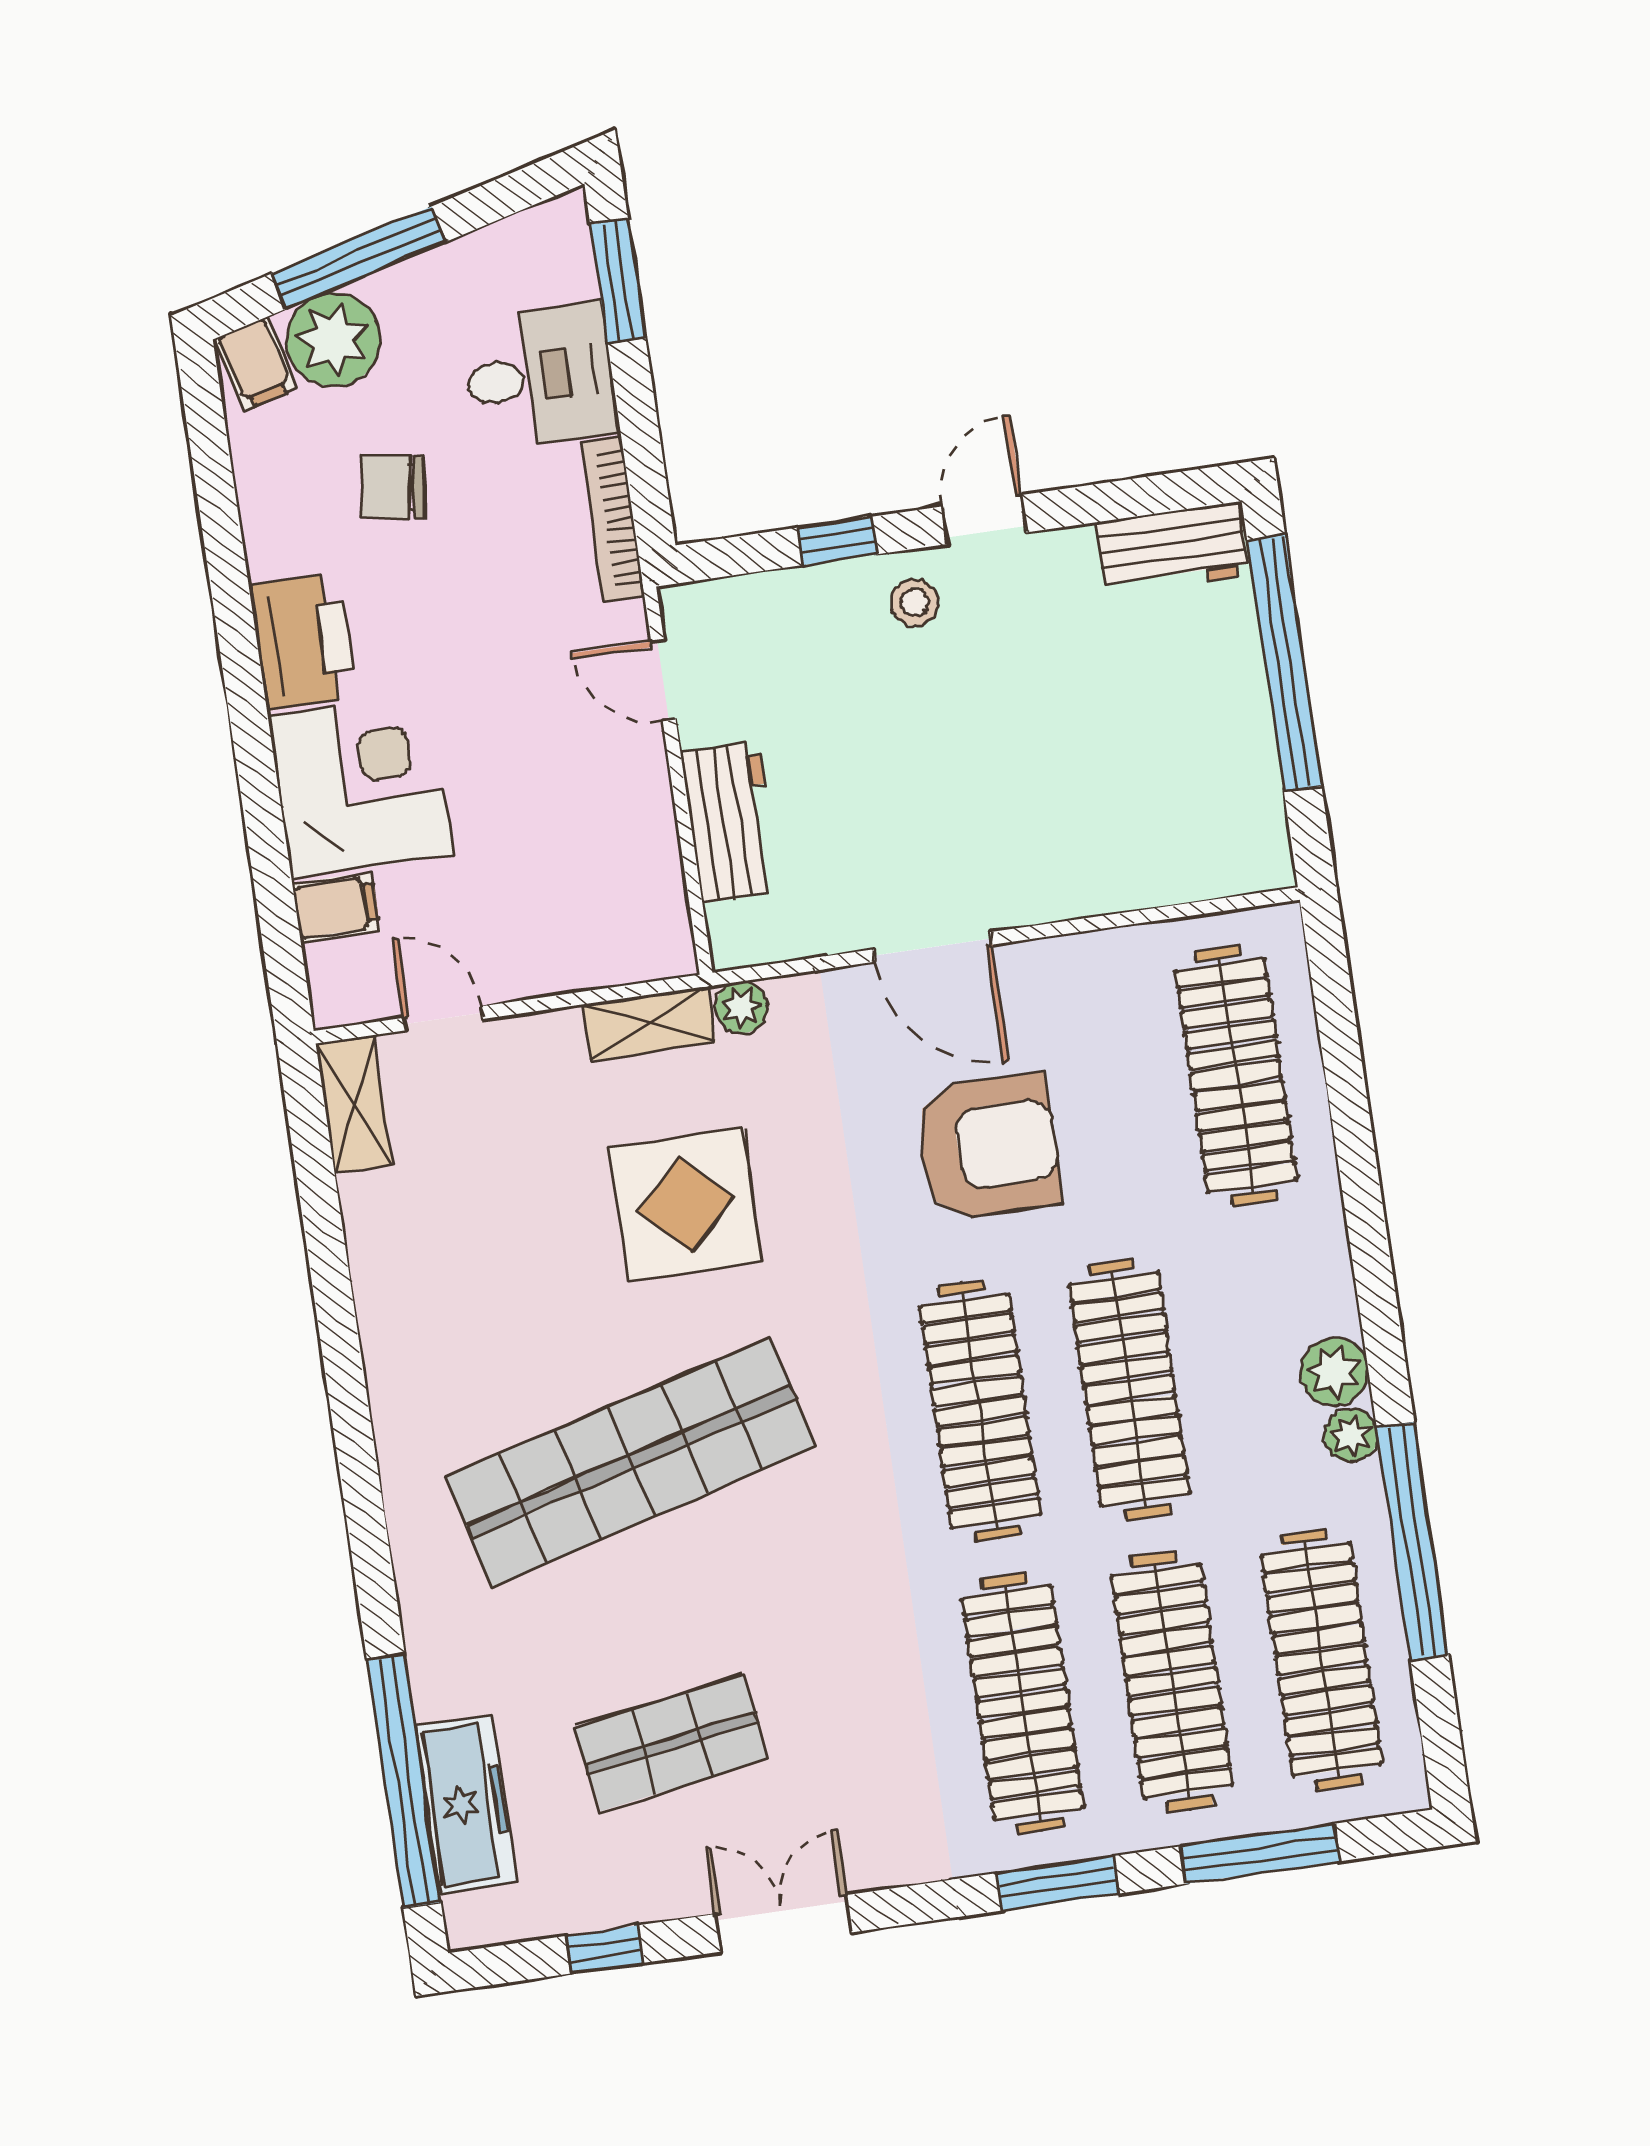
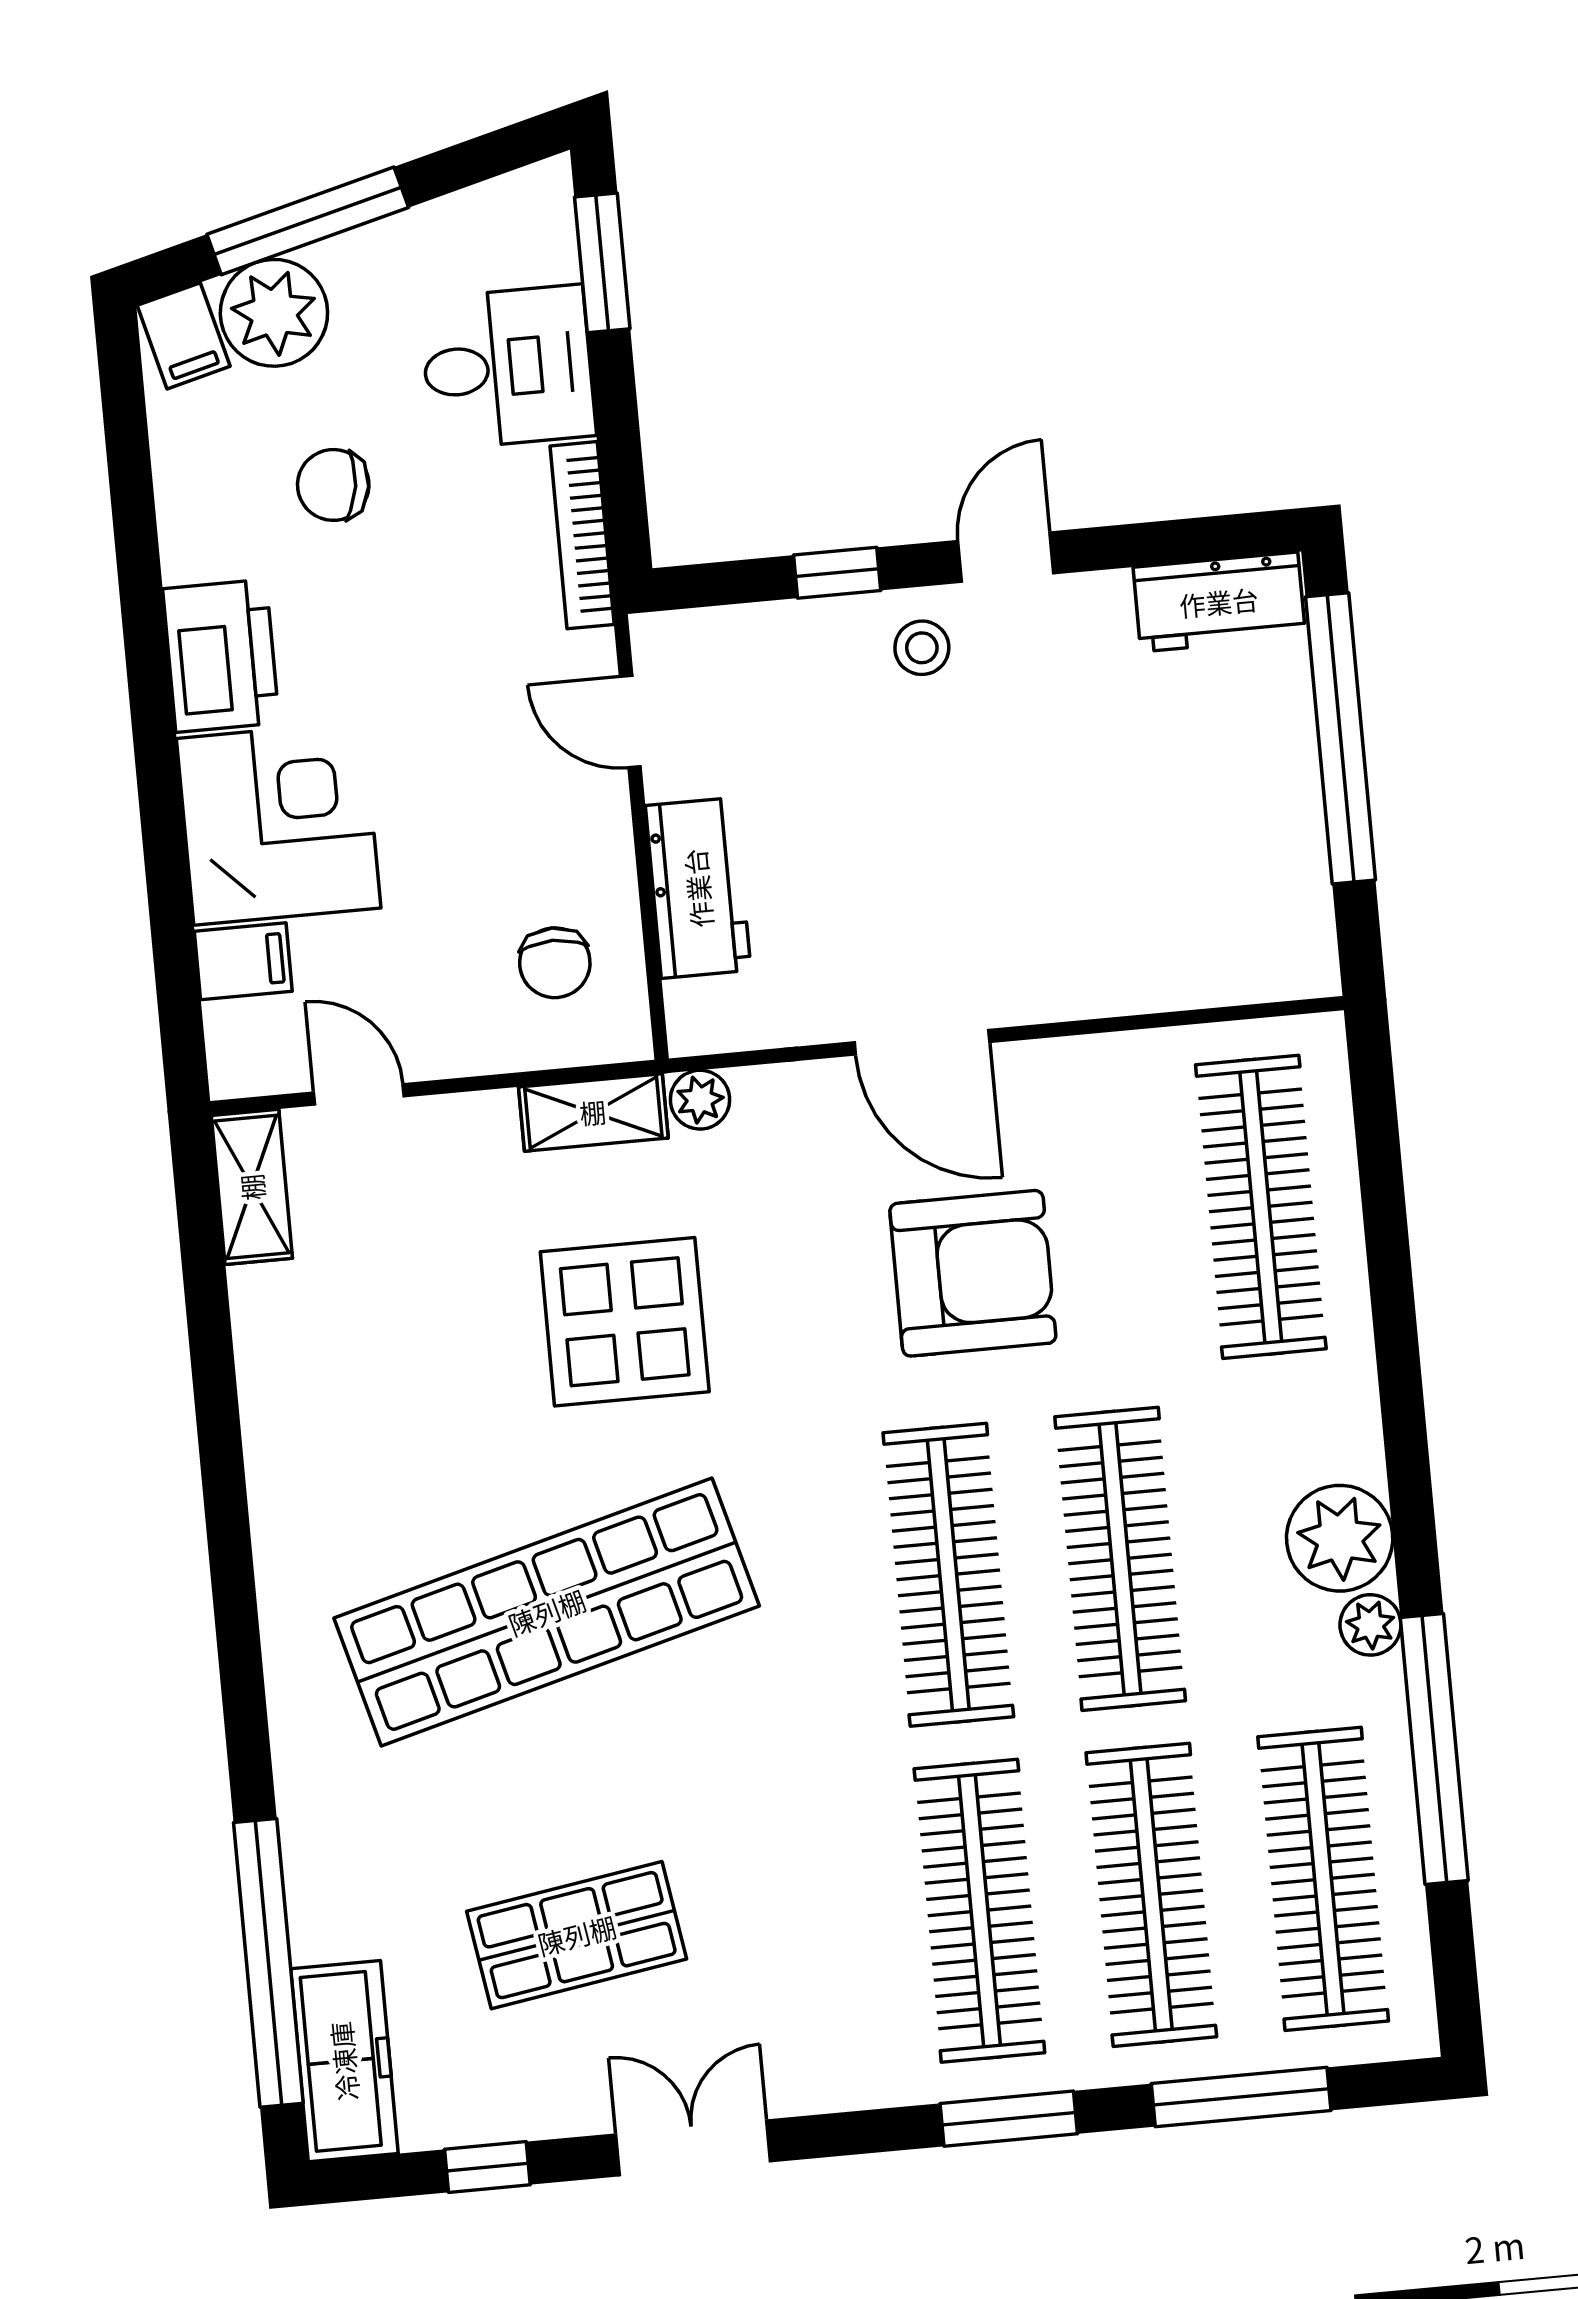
chair: (608, 894) -> (555, 963), added
plant: (1334, 1372) -> (1340, 1538), width x1.36, depth x1.36
freezer: (466, 1804) -> (344, 2061), moved

